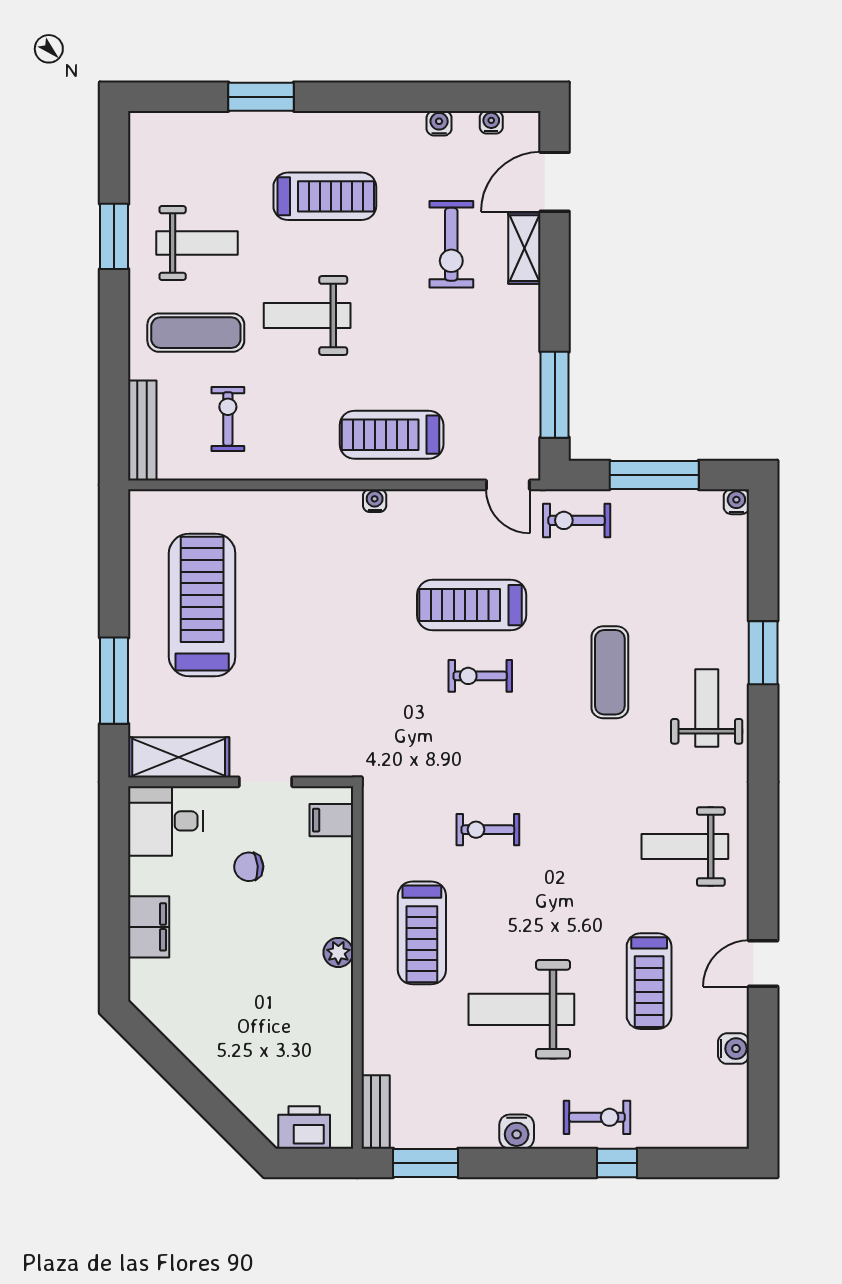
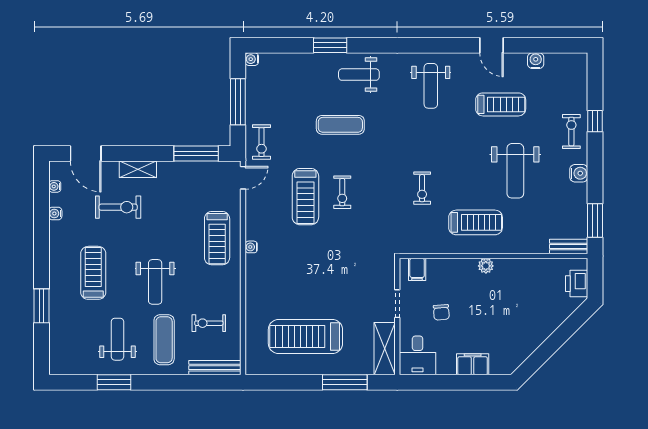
shelving: (524, 248) -> (138, 169), moved

